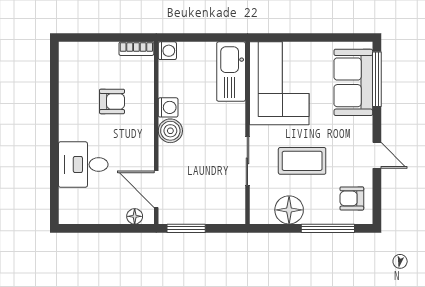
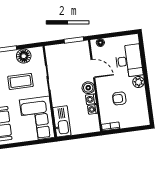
washing machine: (167, 51) -> (93, 109), moved
plant: (70, 129) -> (138, 82), added
desk: (83, 165) -> (129, 61), width x1.37
door: (156, 189) -> (93, 69), moved

